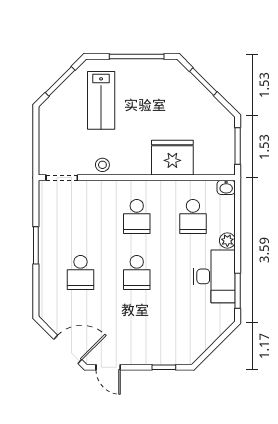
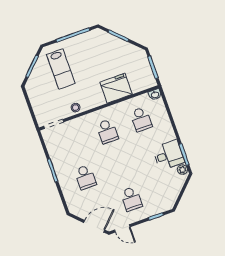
plant: (227, 241) -> (182, 170), moved
school desk: (137, 272) -> (131, 199), moved
desk: (214, 276) -> (168, 155), width x0.73

